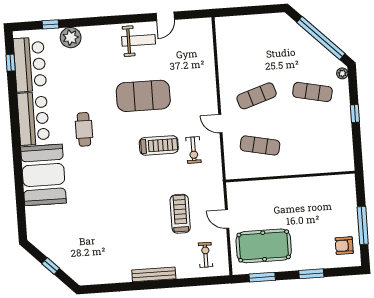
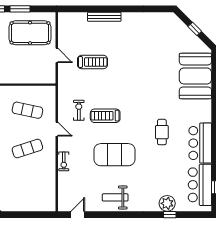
door: (165, 16) -> (78, 215), moved
window: (50, 24) -> (170, 215), moved
booth: (43, 175) -> (195, 76), moved
treadmill: (180, 214) -> (92, 62), turned -90
exercise bike: (206, 255) -> (64, 161), moved
bench: (154, 274) -> (104, 17), moved
window: (262, 277) -> (20, 9), moved

